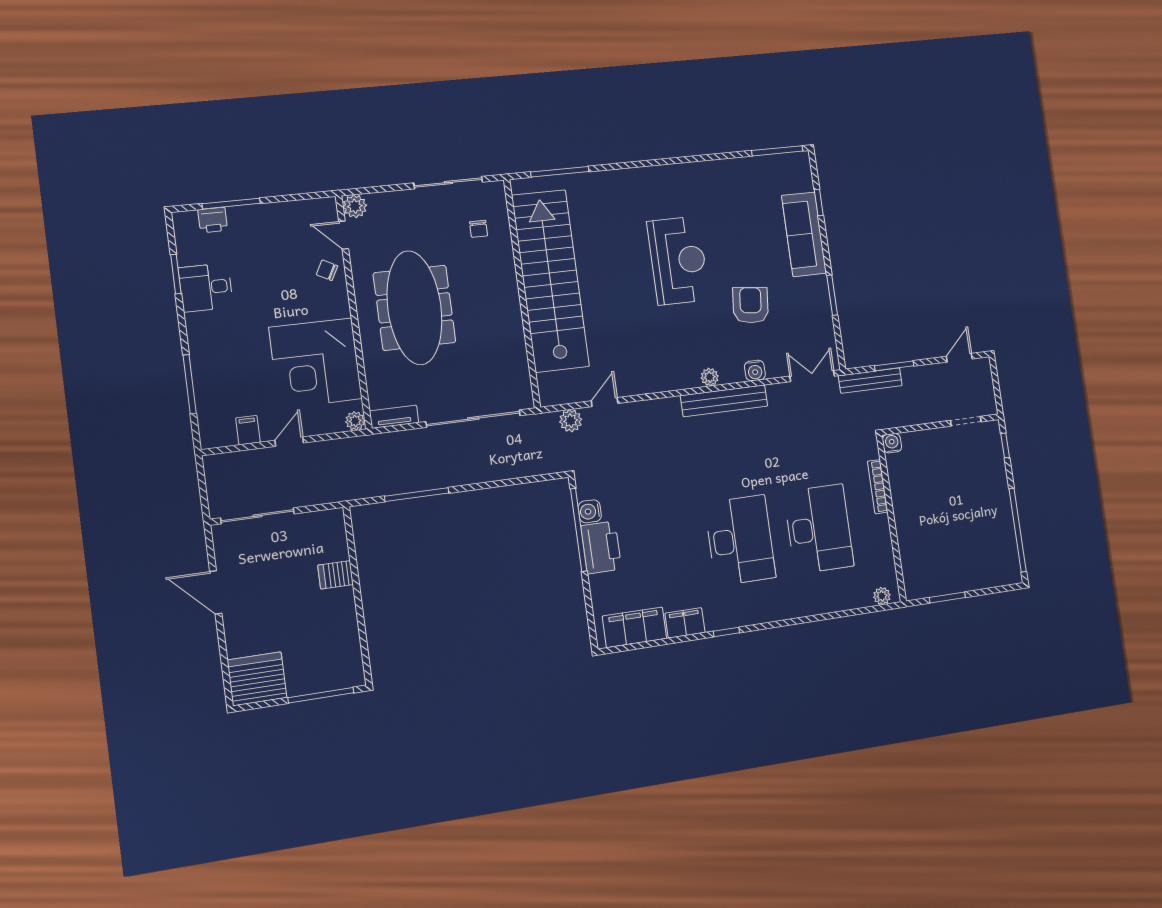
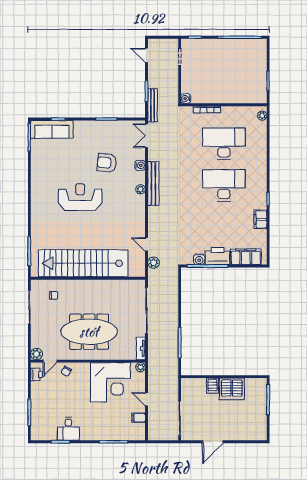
printer: (213, 220) -> (36, 375), moved
sofa: (804, 234) -> (52, 129), moved
filing cabinet: (635, 627) -> (246, 257), moved, turned 90
server rack: (257, 679) -> (232, 389), moved, turned -90

